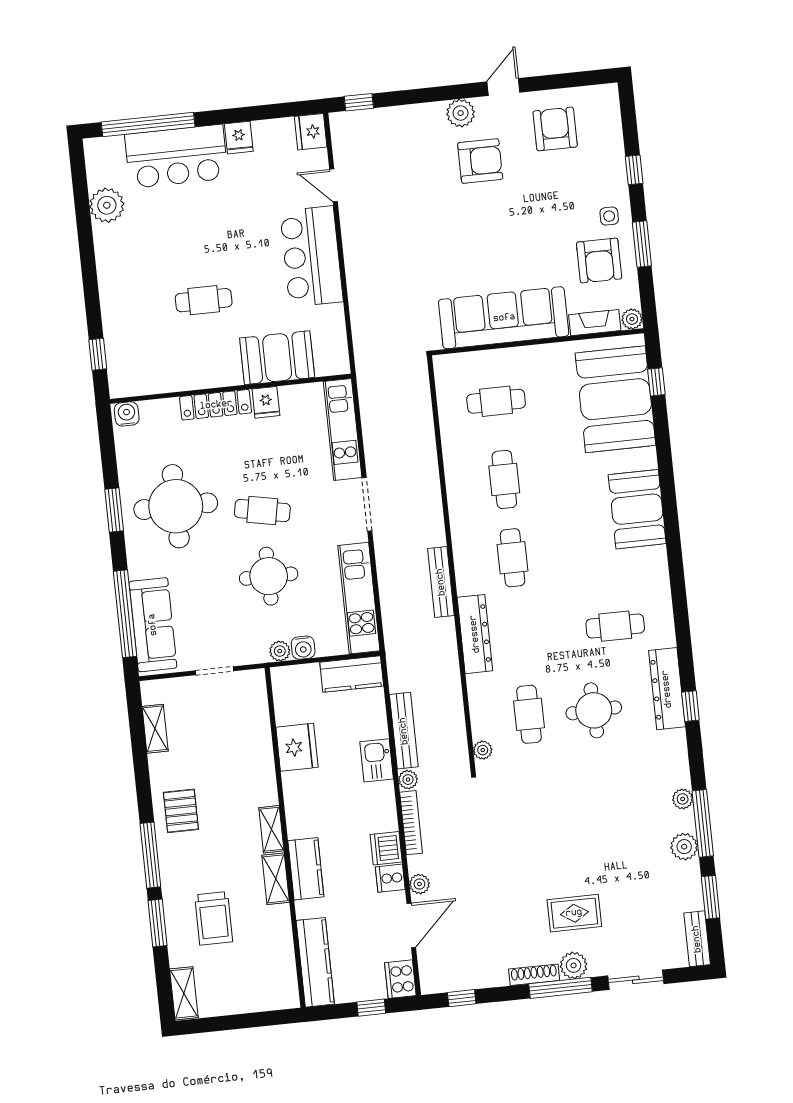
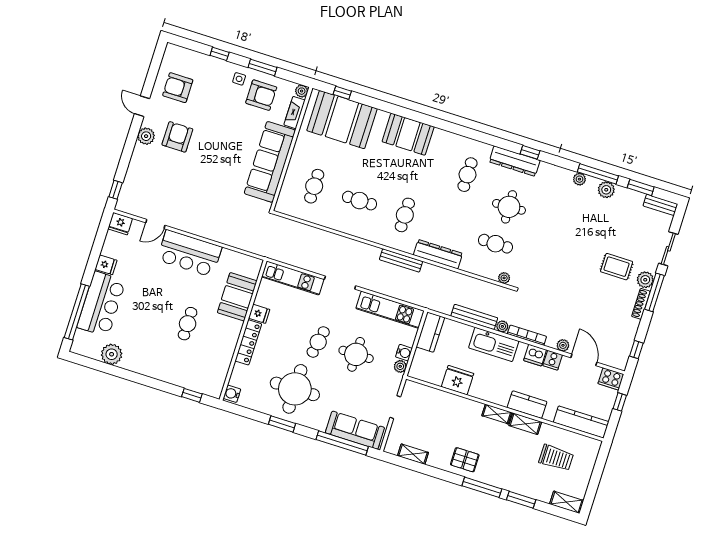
cafe table: (513, 558) -> (405, 215), turned 90
kitchen sink: (377, 760) -> (494, 344), width x1.87, depth x1.24
rug: (574, 913) -> (617, 267), turned 90
trolley: (214, 918) -> (556, 458), moved

